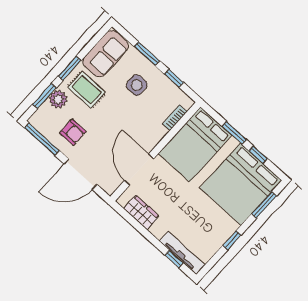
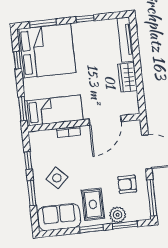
side table: (137, 85) -> (57, 178), turned 45
bookcase: (175, 118) -> (69, 132), moved
armchair: (73, 132) -> (127, 184), turned -90
window: (234, 133) -> (23, 109), moved
bed: (195, 144) -> (54, 110), width x0.67
wardrobe: (141, 212) -> (128, 77), moved
window: (174, 259) -> (135, 40), removed

